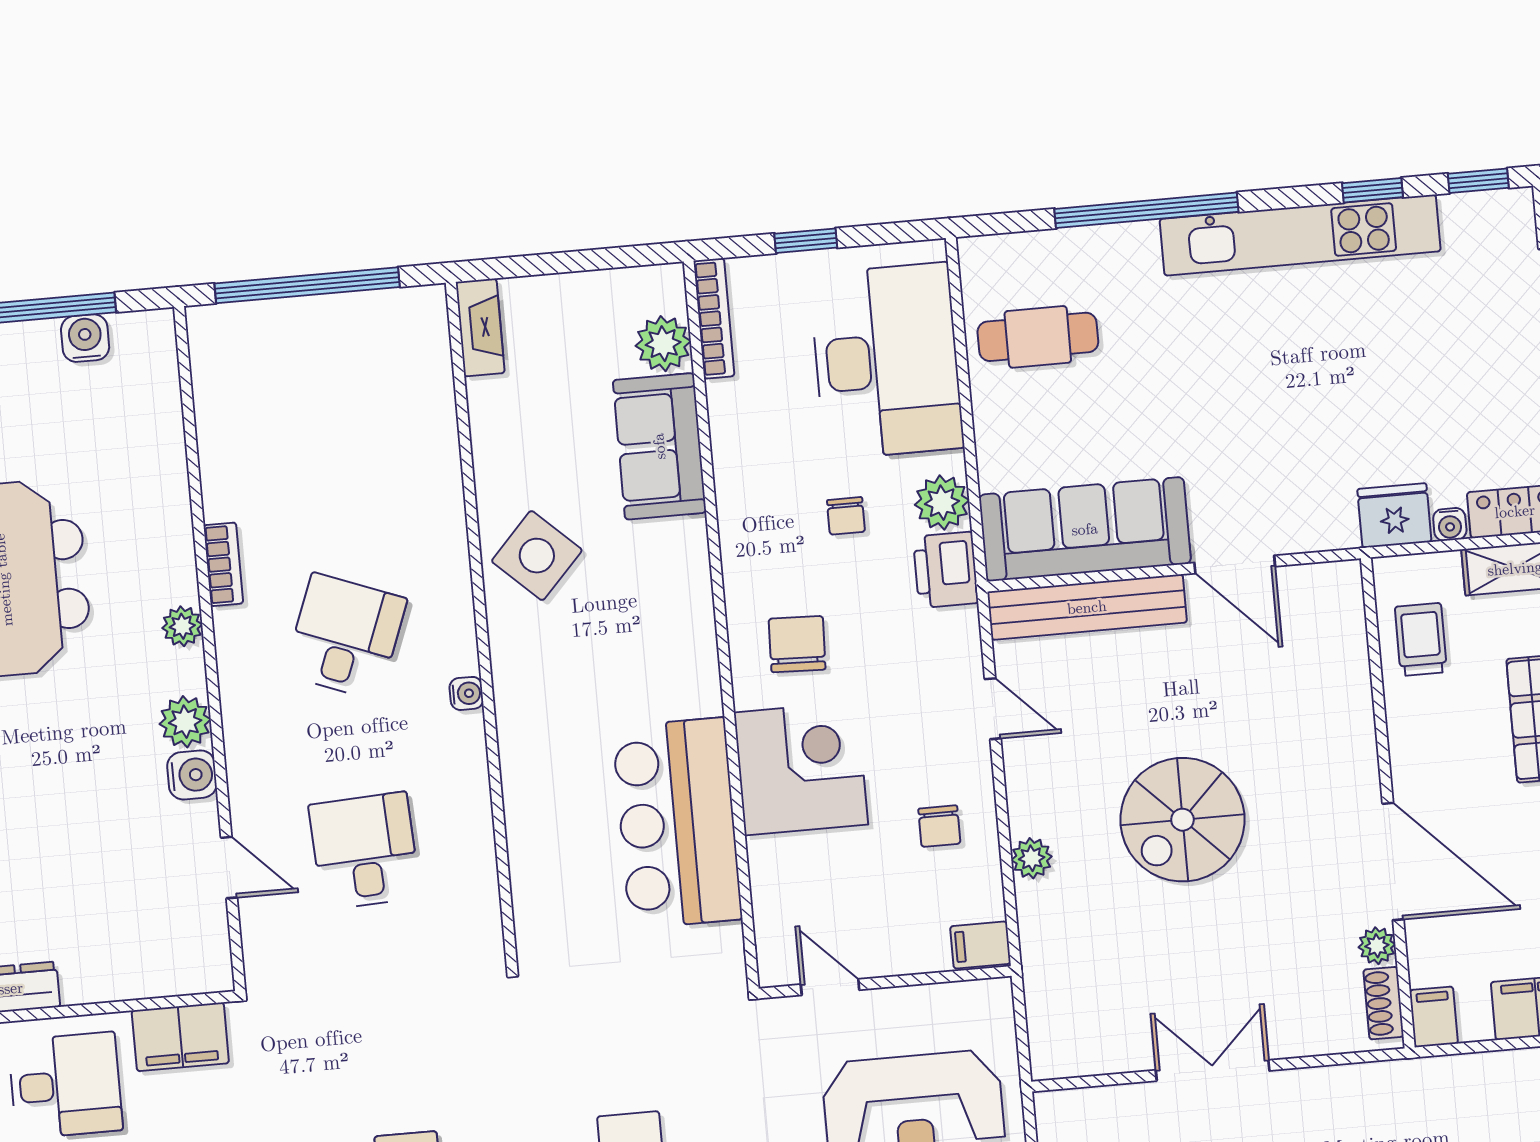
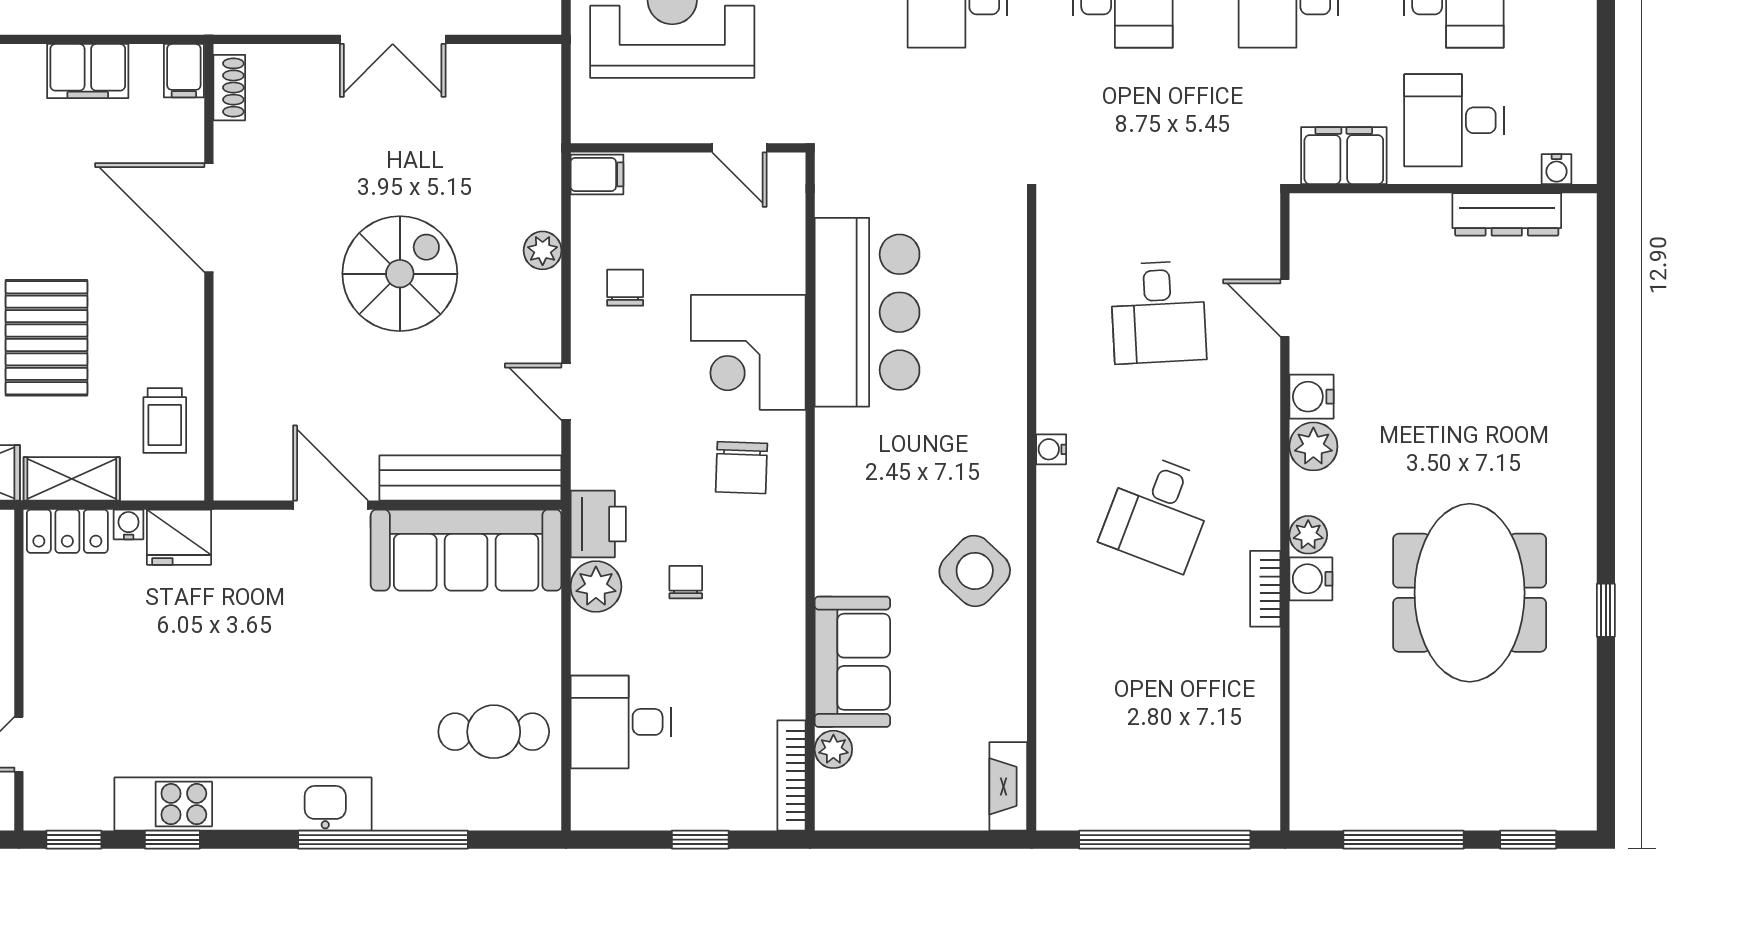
water cooler: (85, 338) -> (1311, 579), moved, turned 90
plant: (663, 344) -> (833, 749), width x0.73, depth x0.73
desk: (886, 361) -> (621, 722), width x0.53, depth x0.77
plant: (1377, 946) -> (231, 141), removed

